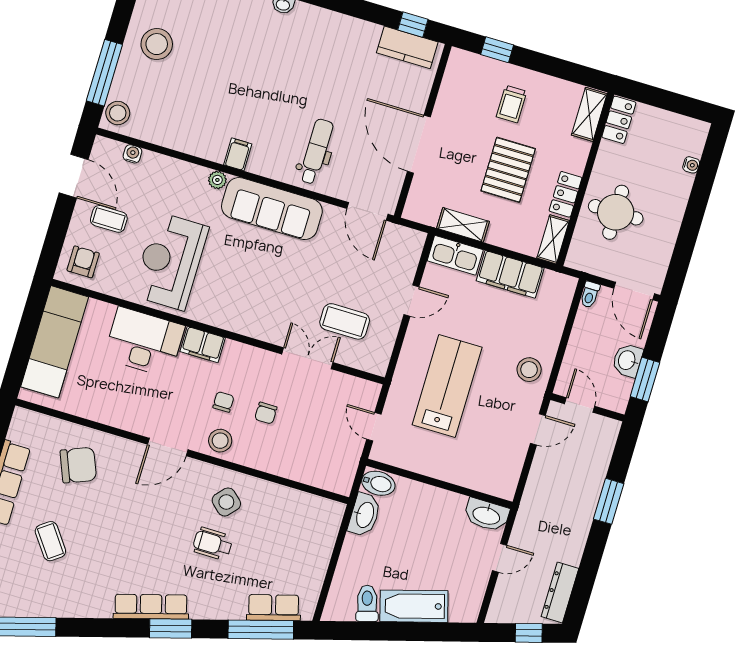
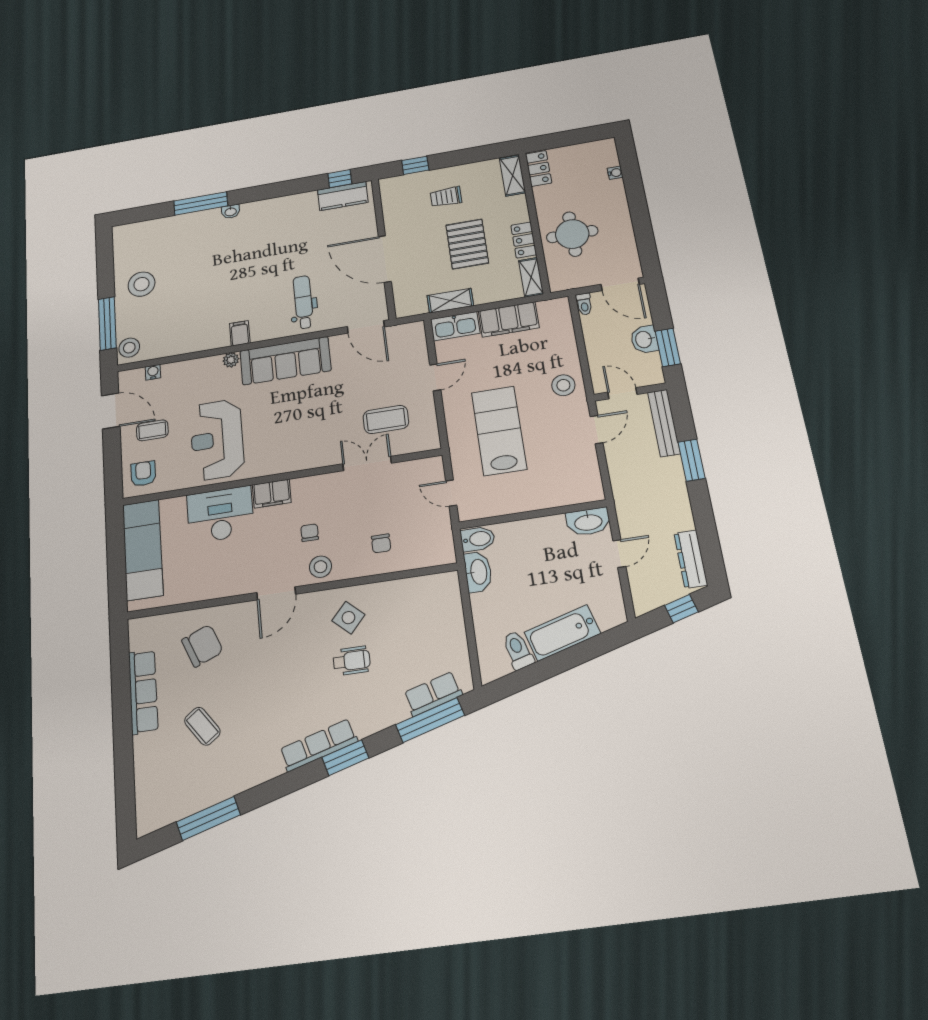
trolley: (512, 104) -> (446, 197), turned 90
chair: (266, 413) -> (381, 543), moved
bench: (603, 453) -> (664, 423), added
wheelchair: (213, 544) -> (352, 661), turned 180

